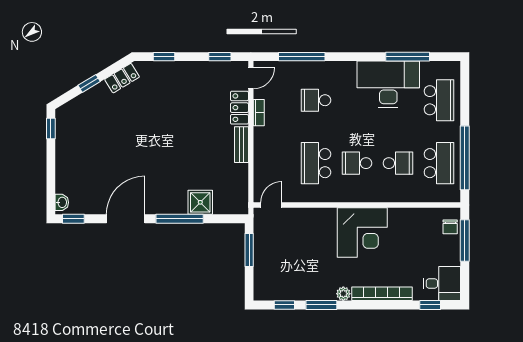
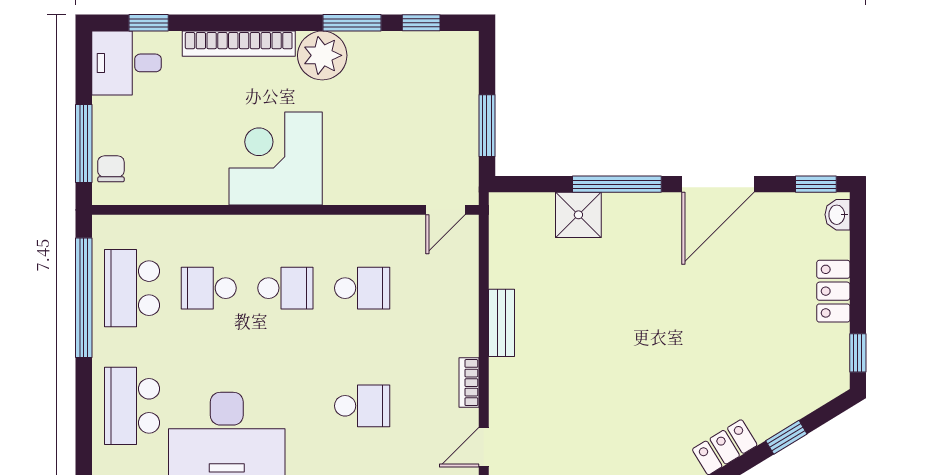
locker: (239, 108) -> (833, 291), moved, turned 180
school desk: (316, 163) -> (362, 288), width x0.54
plant: (343, 294) -> (322, 55), width x1.87, depth x1.87

